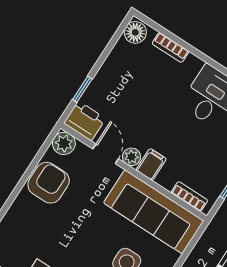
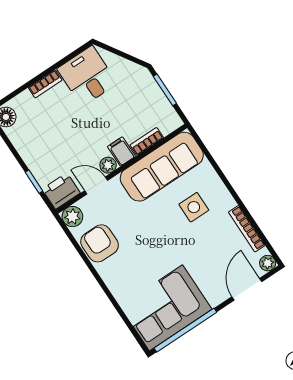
bookcase: (170, 47) -> (45, 84), moved
bookcase: (189, 196) -> (147, 141), moved

